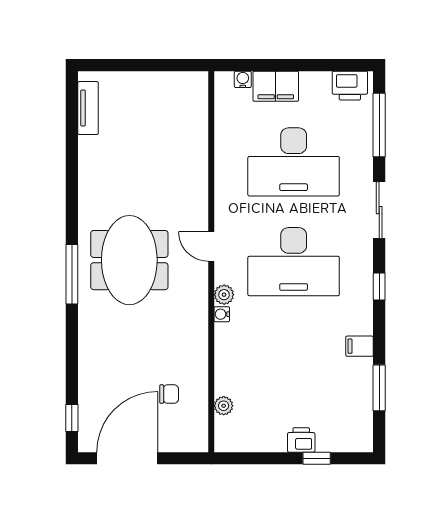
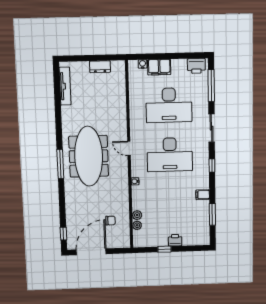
dresser: (158, 82) -> (100, 67), added
tv unit: (88, 108) -> (65, 86), width x1.41
meeting table: (129, 260) -> (89, 156), width x1.36
plant: (224, 295) -> (137, 215), moved
window: (317, 458) -> (165, 249), moved

